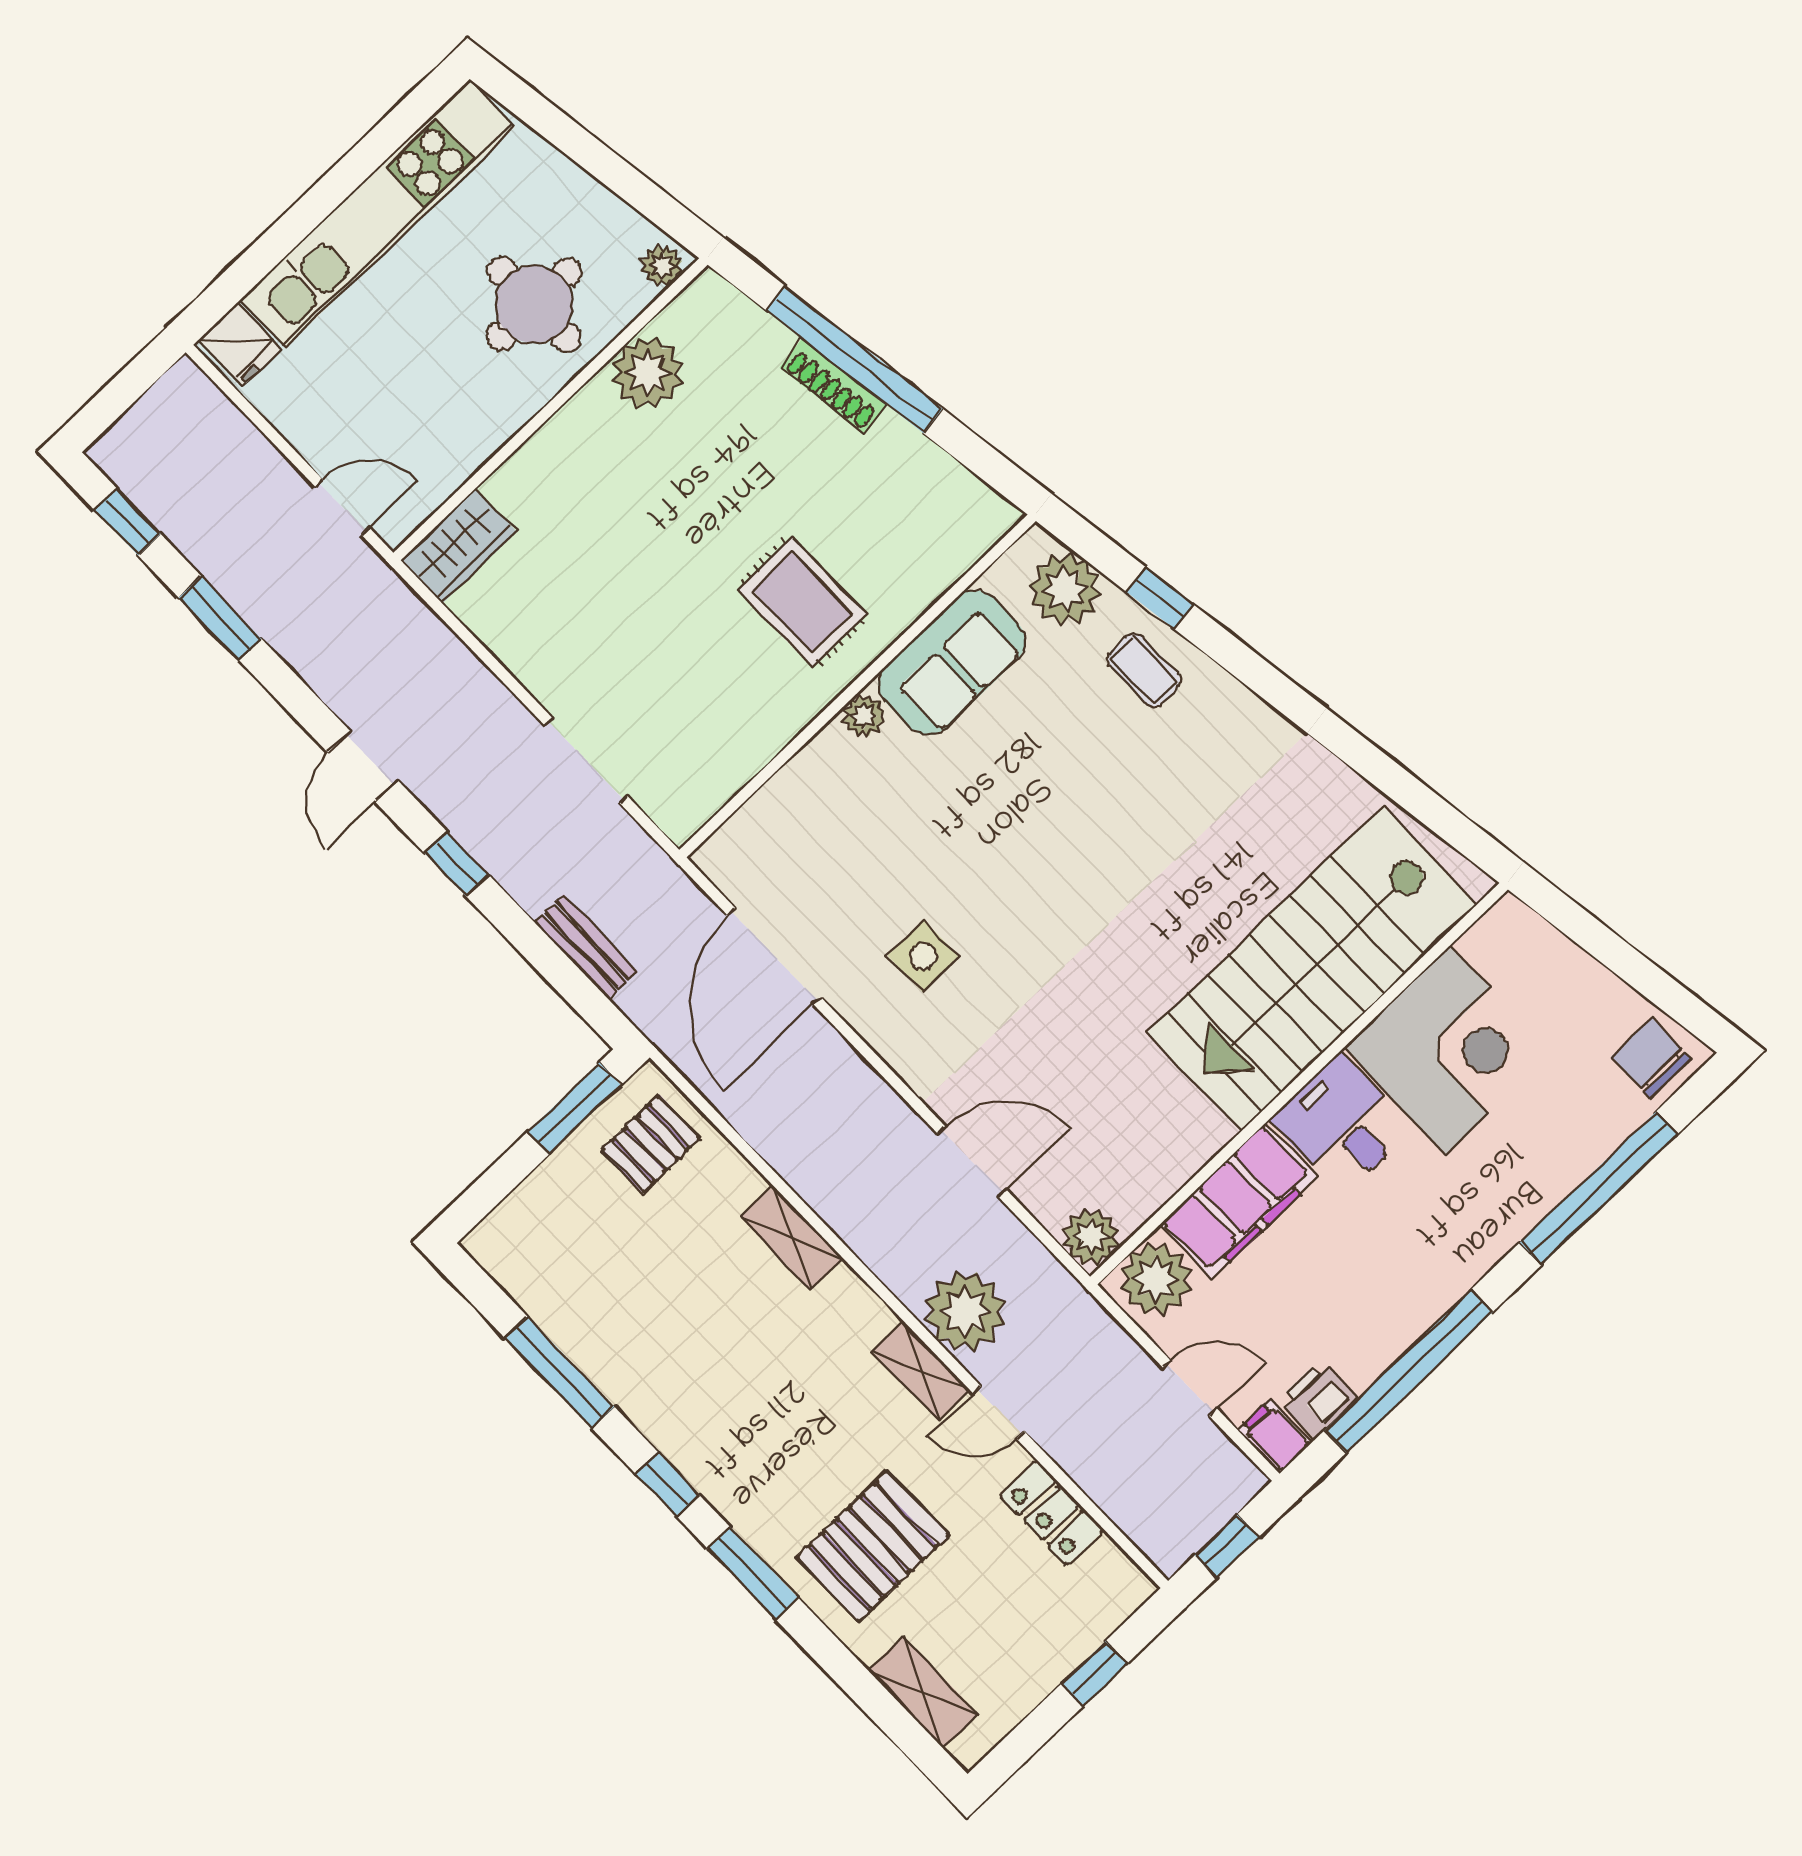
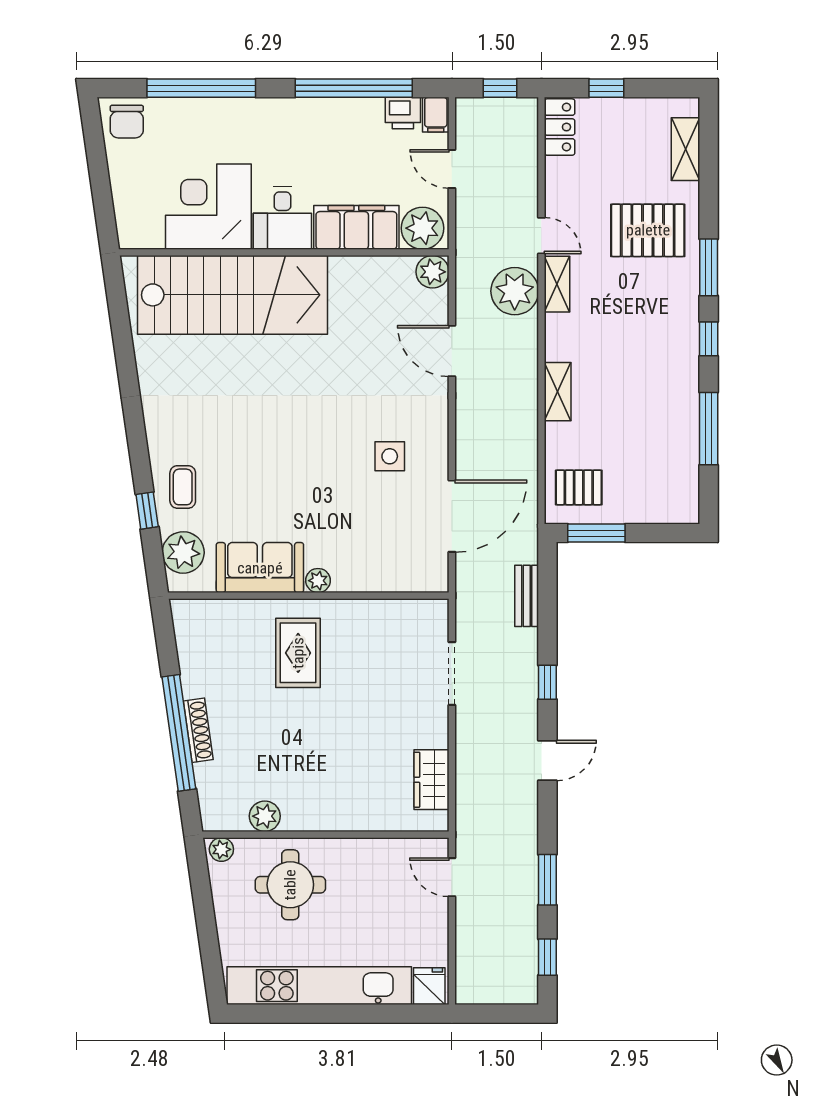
plant: (648, 373) -> (265, 816), width x0.73, depth x0.73
wardrobe: (459, 546) -> (431, 780), moved, turned -90
locker: (1052, 1513) -> (560, 127), moved

